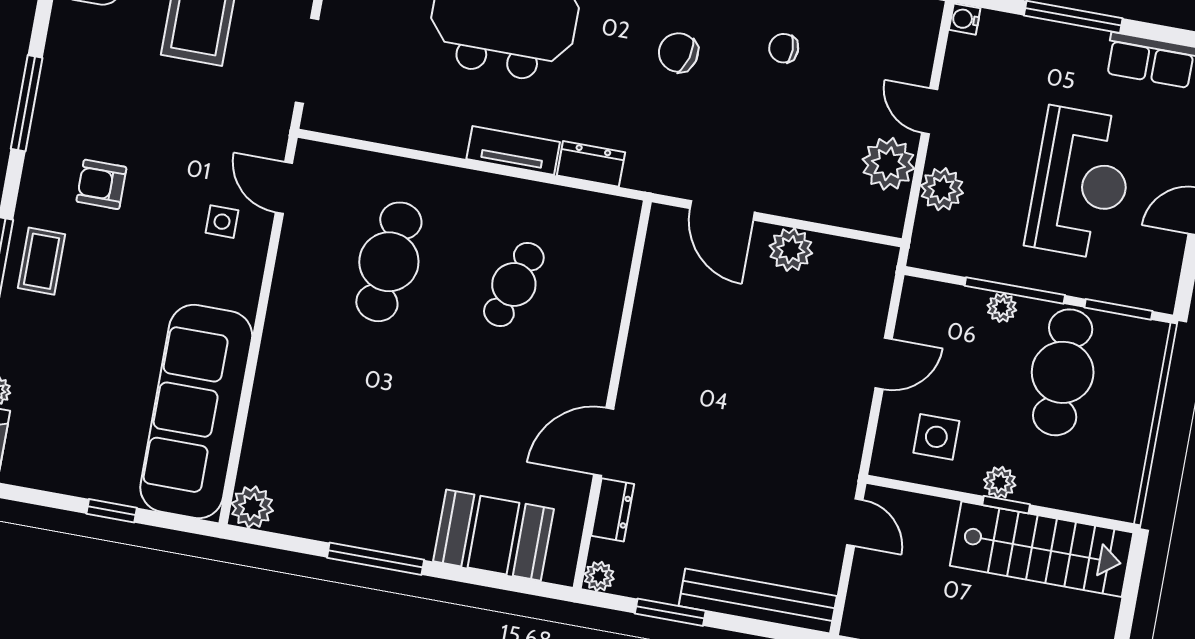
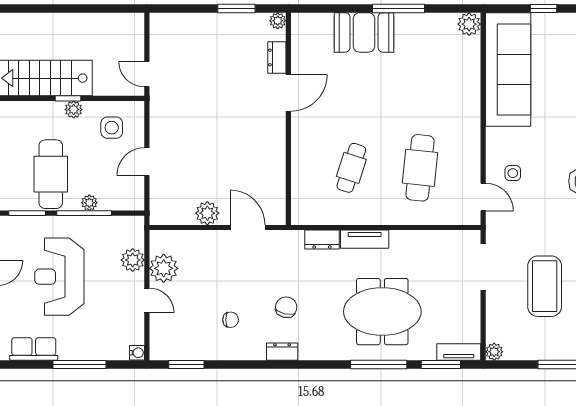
chair: (678, 53) -> (286, 307), turned -92
booth: (494, 535) -> (364, 32), moved
bench: (758, 601) -> (191, 23), removed

